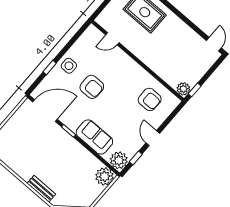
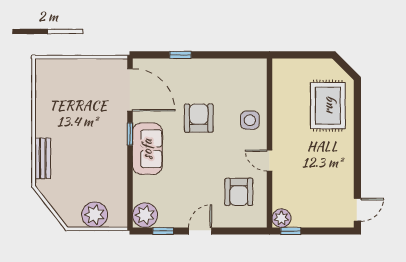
door: (112, 39) -> (269, 161), moved
side table: (69, 66) -> (250, 120), moved
armchair: (92, 87) -> (199, 118), turned 180
sofa: (94, 137) -> (147, 149), moved
plant: (105, 176) -> (95, 215), moved

